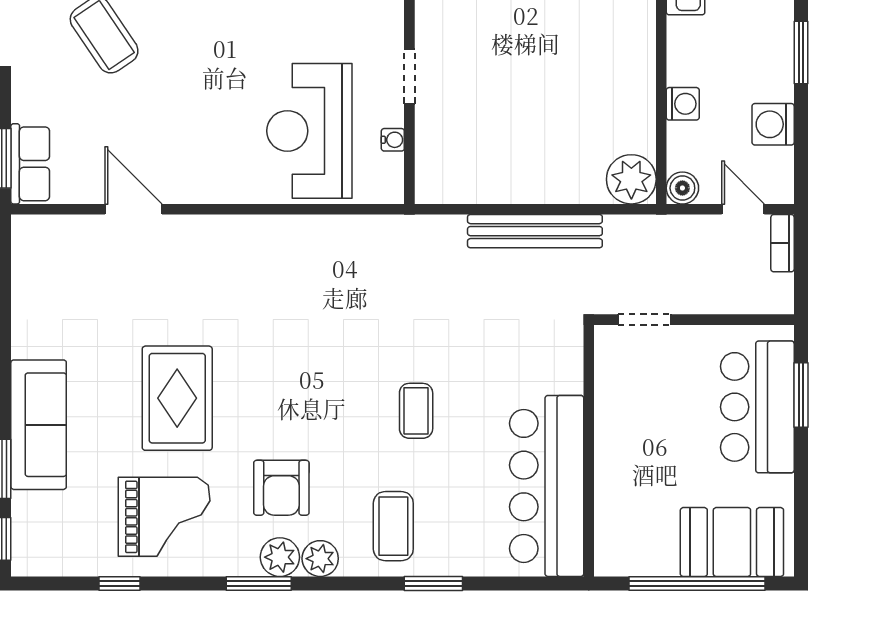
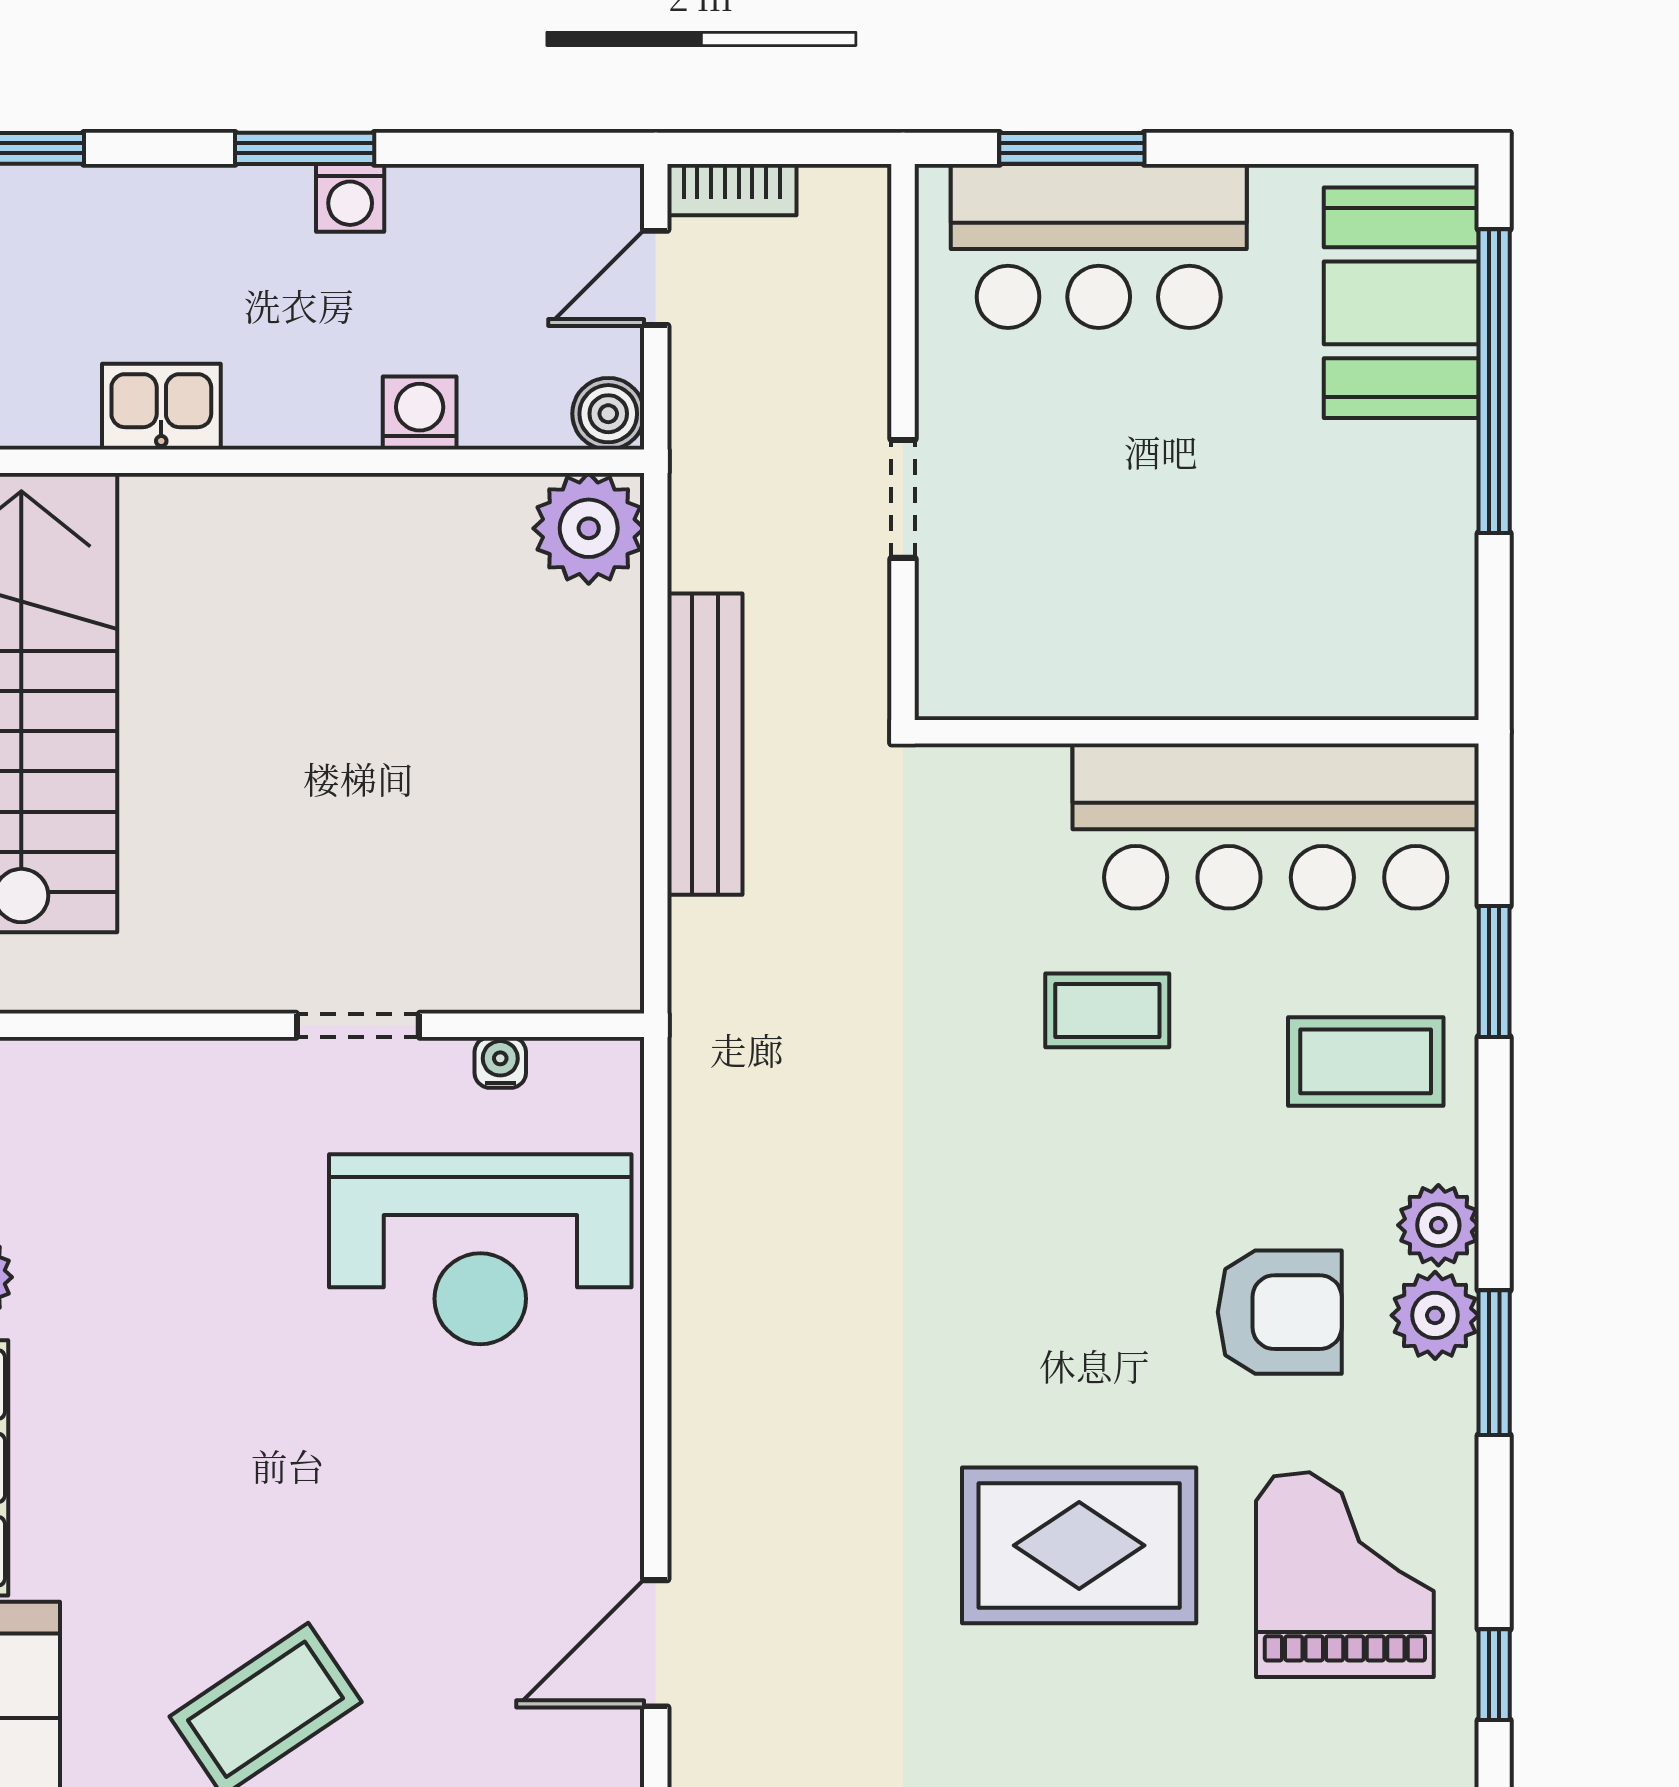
washing machine: (773, 124) -> (350, 198), moved, width x0.73, depth x0.73
wall: (589, 451) -> (1197, 732), moved
bar counter: (547, 486) -> (1276, 826), moved

